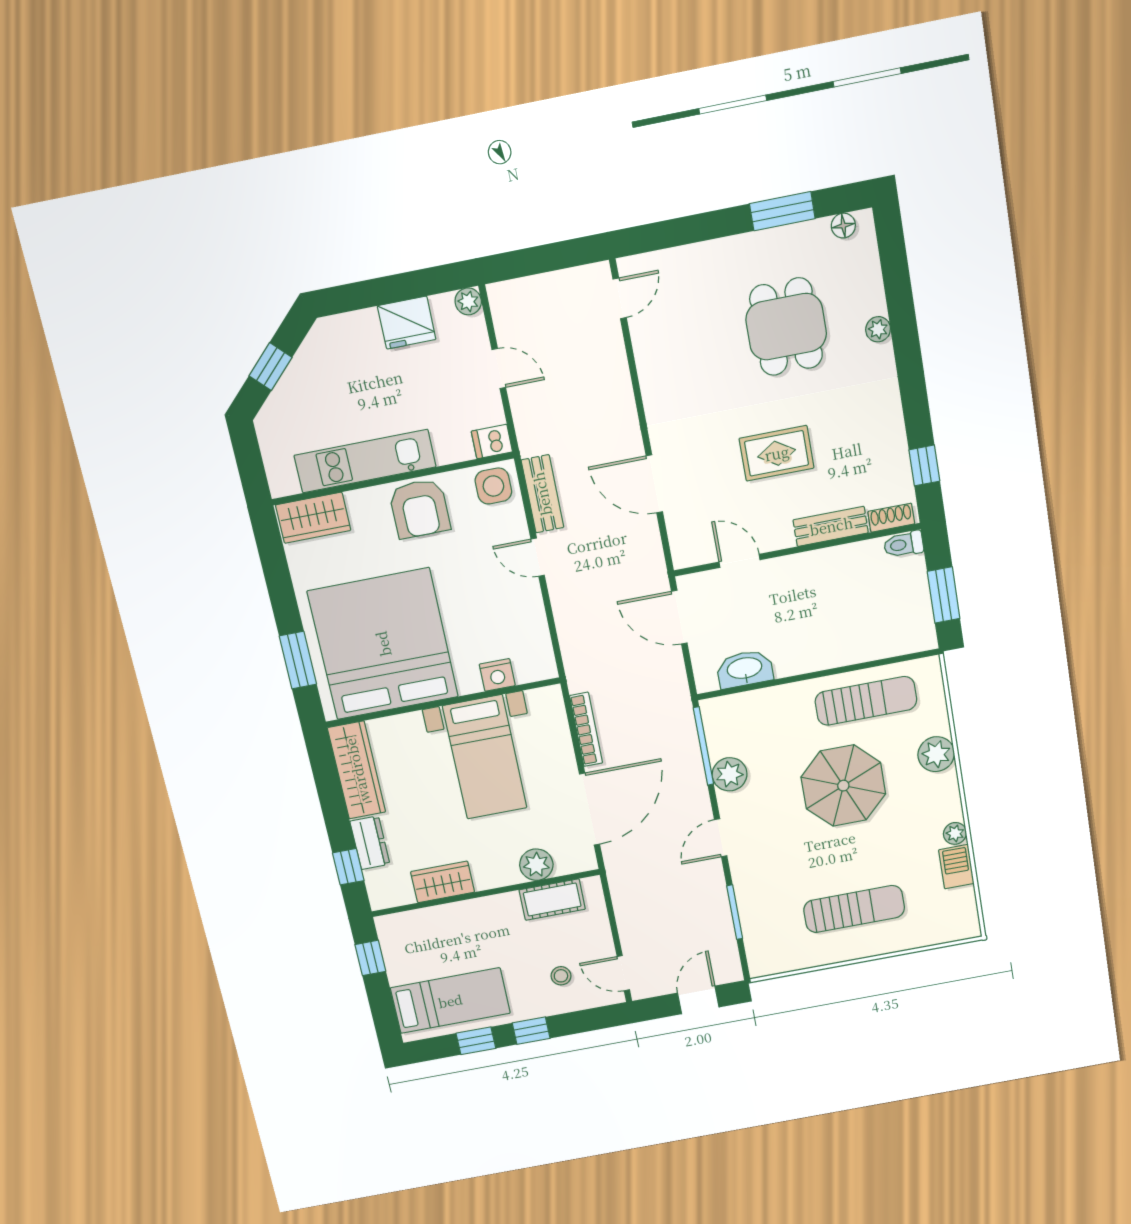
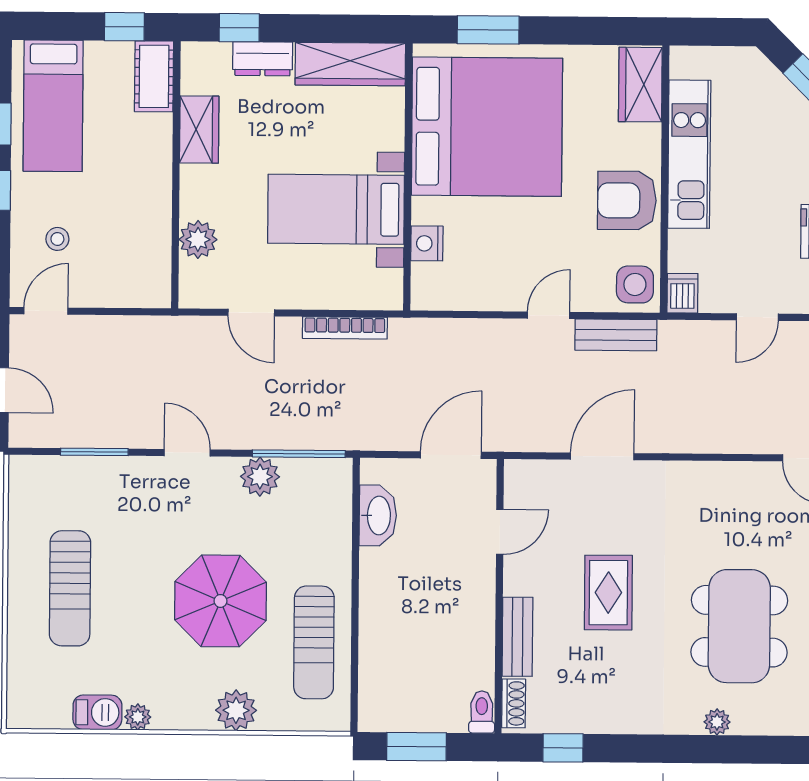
dining table: (786, 327) -> (739, 626), width x1.38
door: (590, 809) -> (251, 313), width x0.53
cot: (552, 900) -> (154, 76), moved

